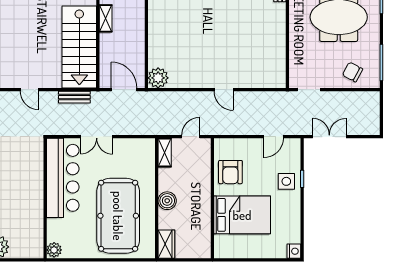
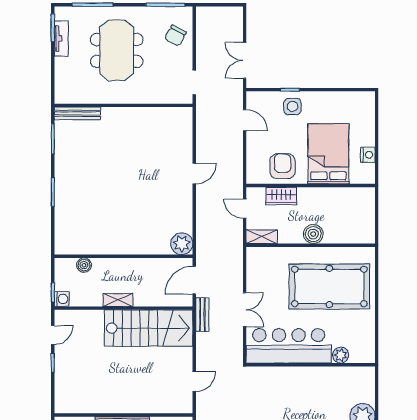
bench: (74, 97) -> (202, 314), moved
armchair: (230, 172) -> (283, 166), turned -90
wardrobe: (166, 244) -> (281, 196), moved, turned 180
plant: (54, 250) -> (341, 355), moved
nightstand: (294, 251) -> (368, 155), moved, turned 90

